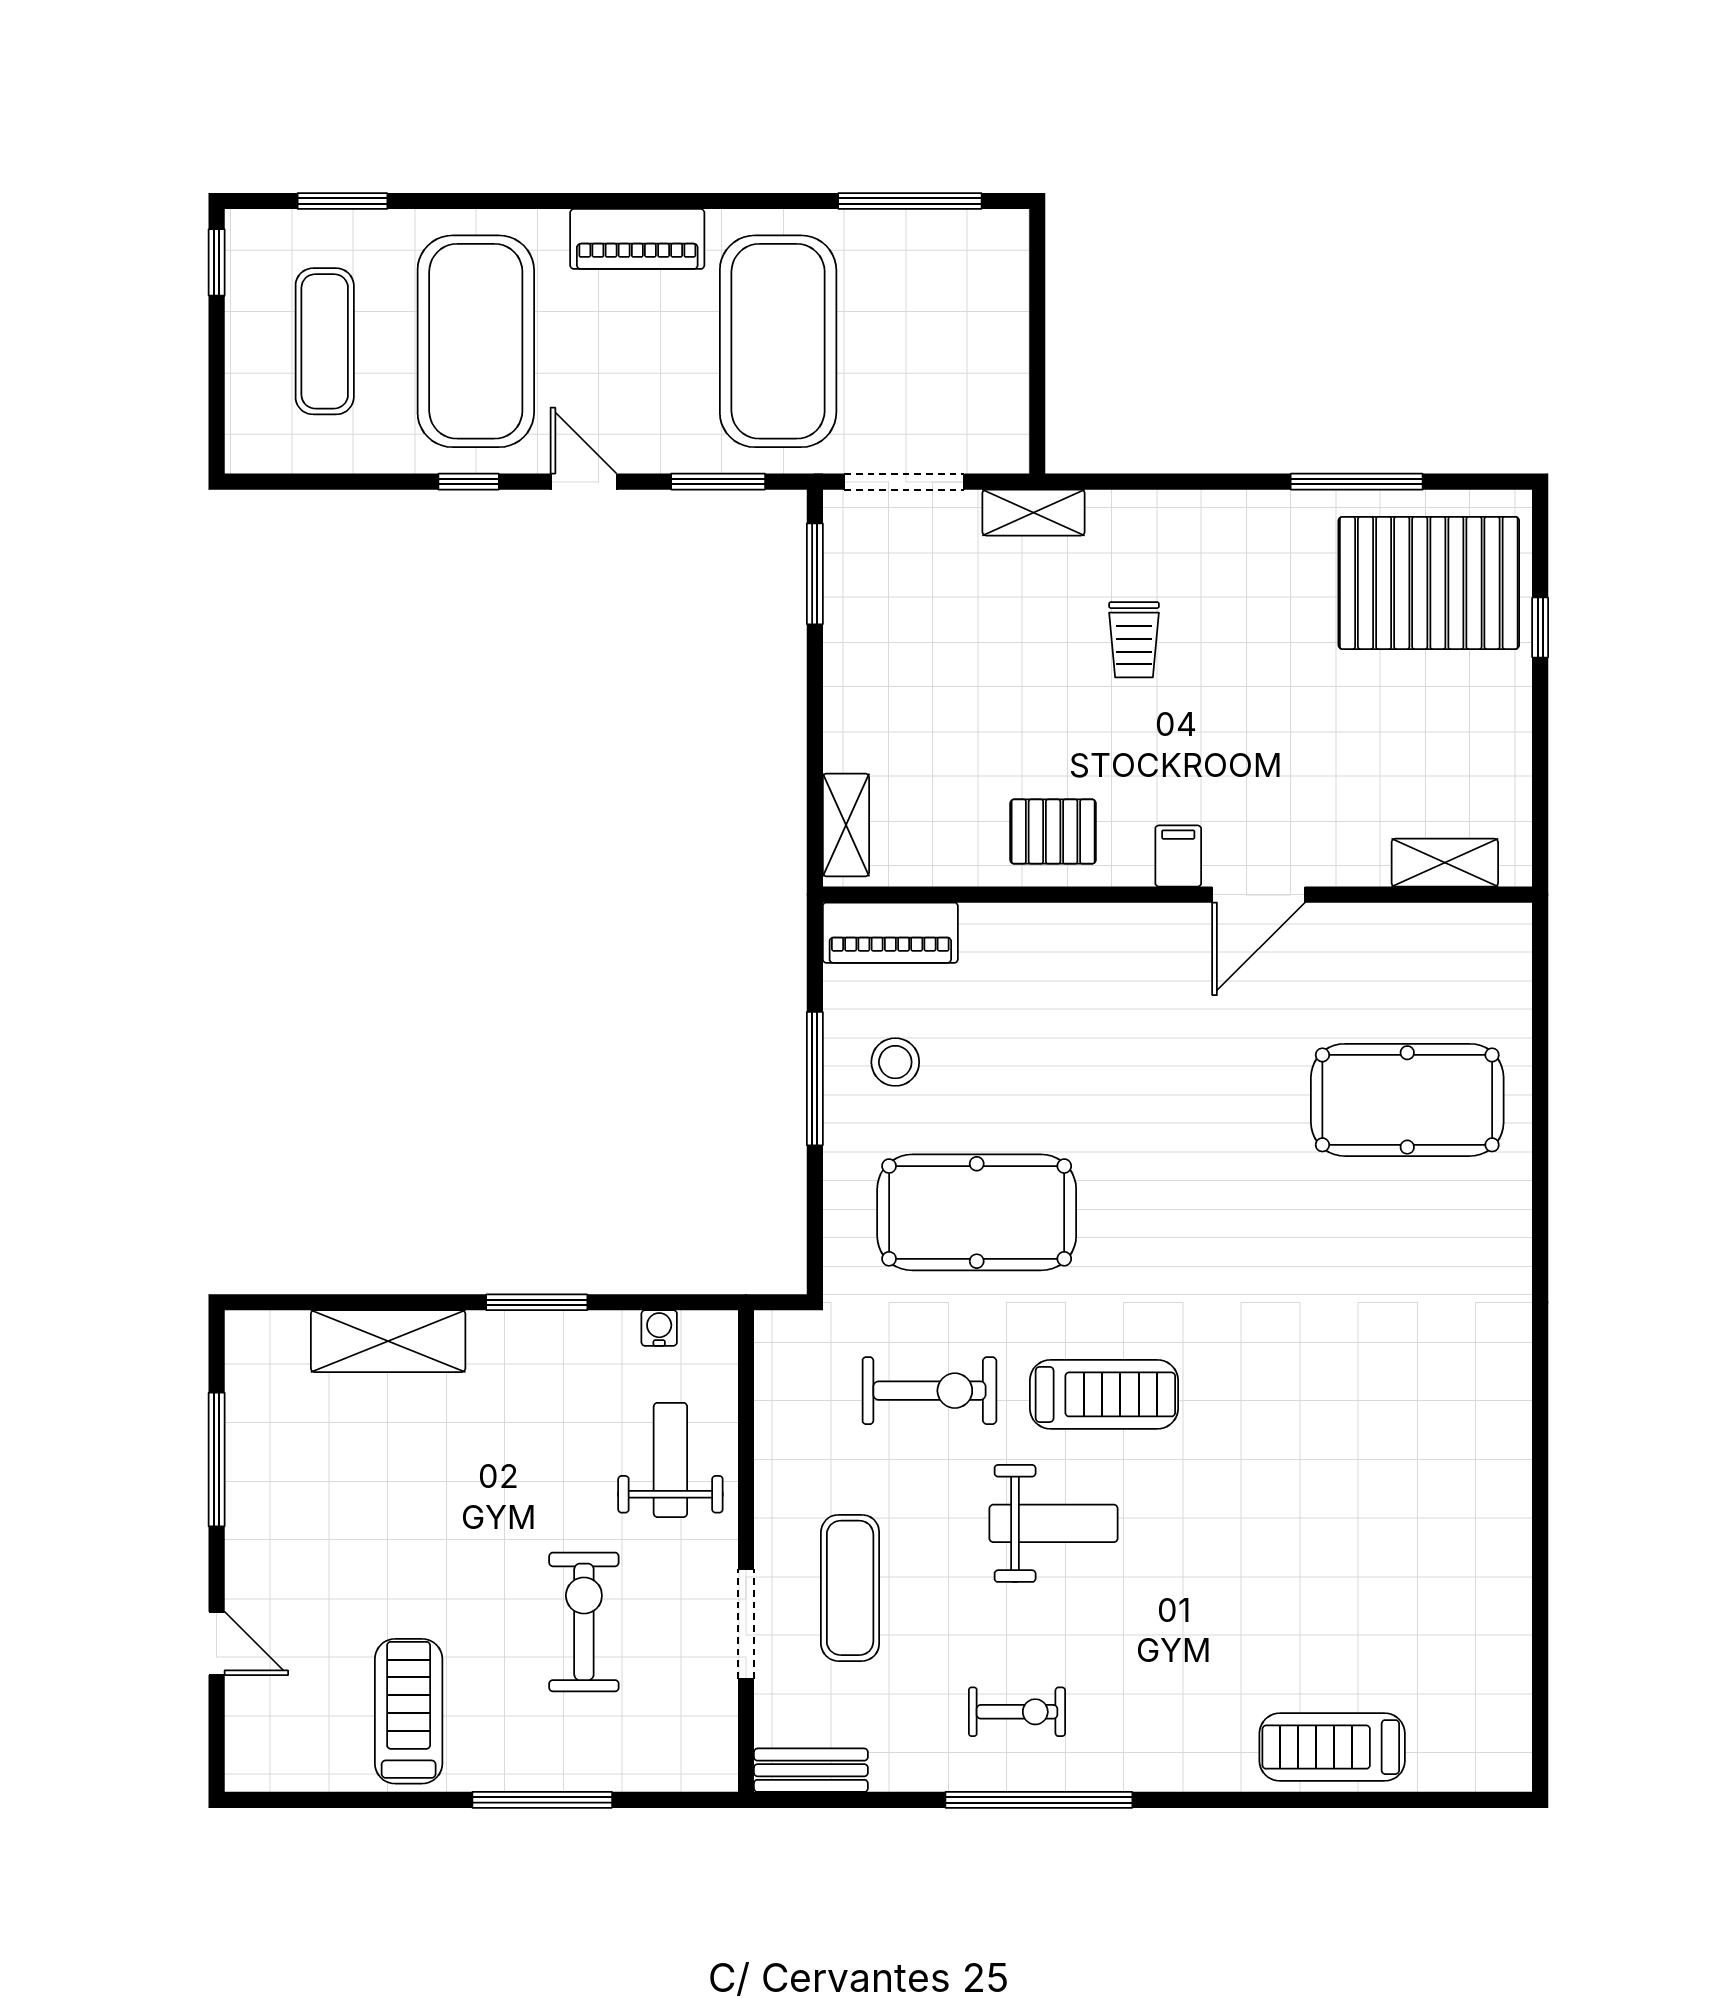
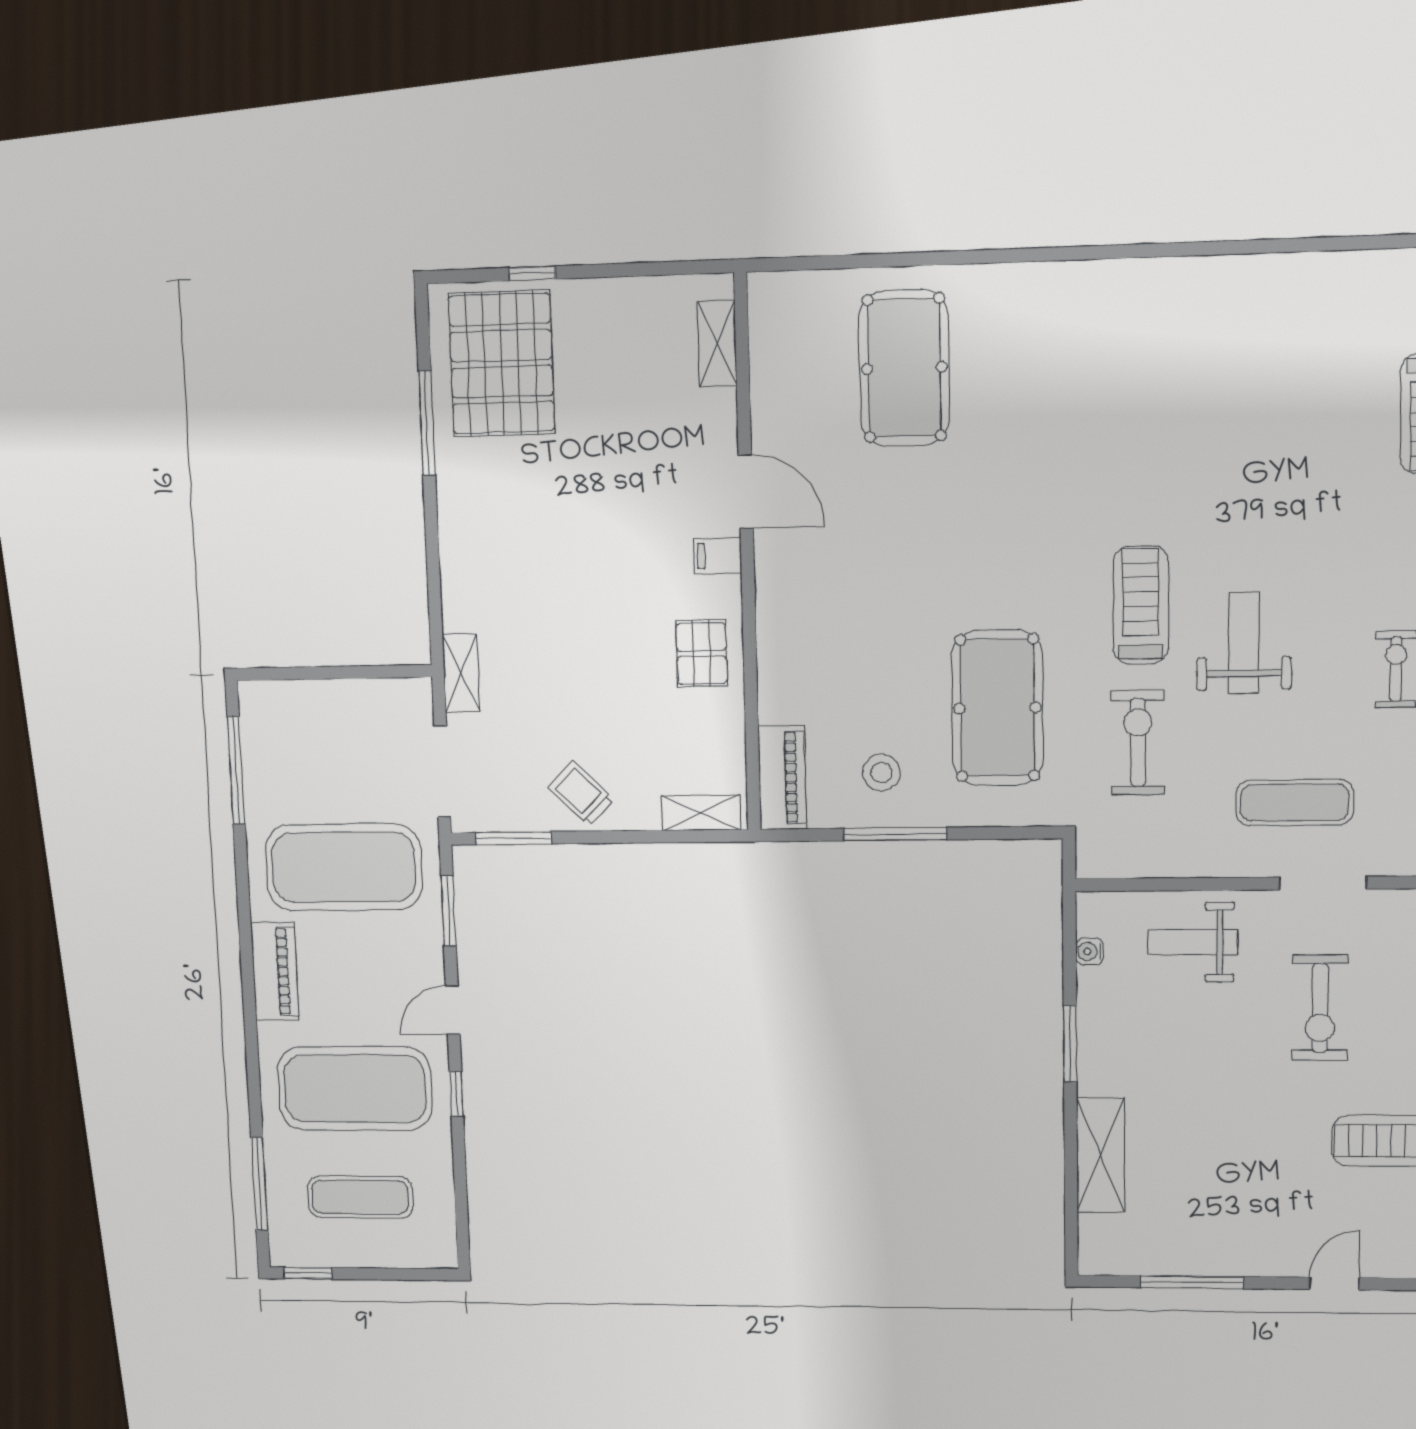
window: (342, 201) -> (259, 1184), width x1.44
trolley: (1134, 640) -> (581, 794), moved, turned -136
exercise bike: (584, 1622) -> (1320, 1008), turned -90

